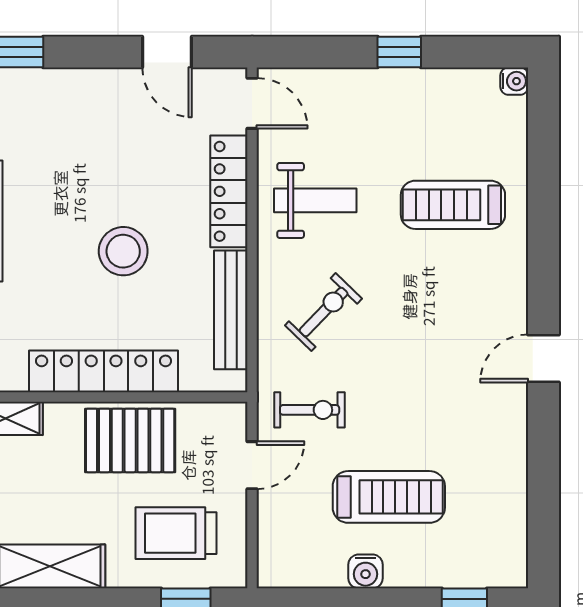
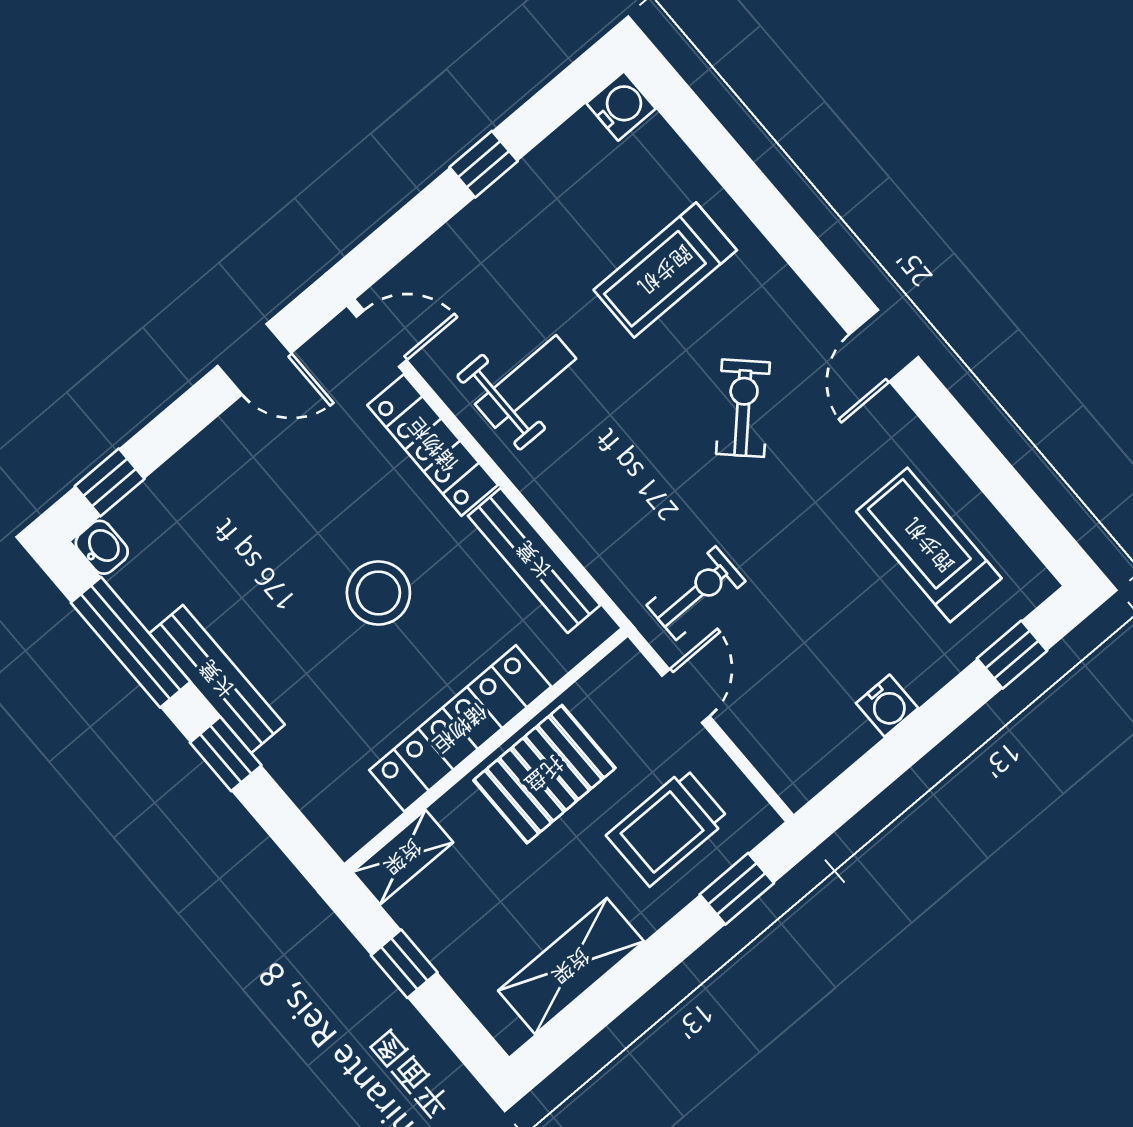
water cooler: (514, 81) -> (621, 106), width x1.38, depth x1.38
exercise bike: (324, 312) -> (743, 408), moved
treadmill: (389, 497) -> (929, 545), moved, turned -90

